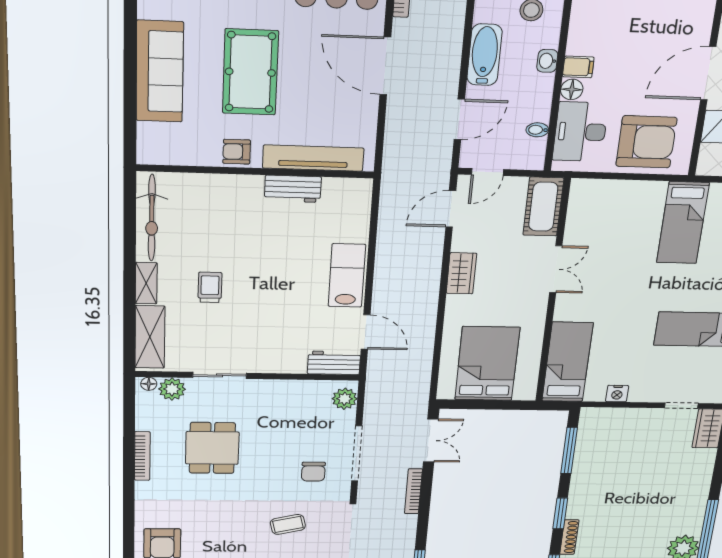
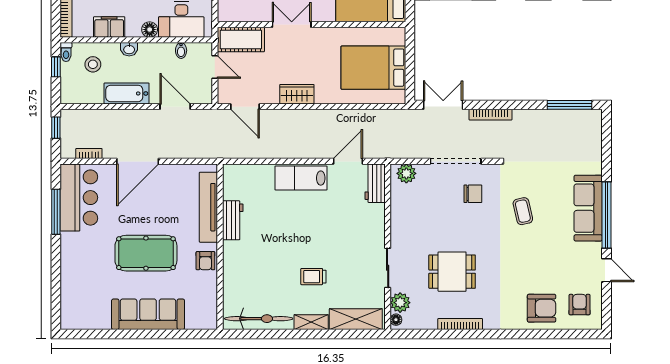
filing cabinet: (578, 67) -> (109, 27), moved, width x2.00
door: (488, 172) -> (215, 67), moved

